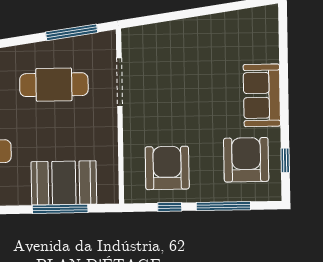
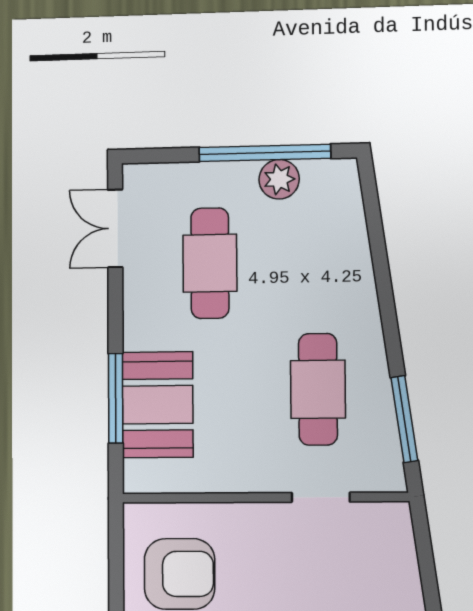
doorway: (119, 82) -> (321, 497), width x0.73
window: (170, 207) -> (116, 577), removed

